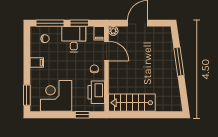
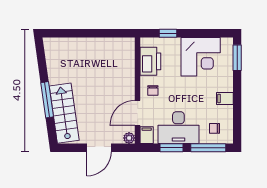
desk: (74, 39) -> (178, 128), width x1.37
door: (107, 51) -> (138, 113), hinge flipped
stairs: (132, 103) -> (64, 113), moved, turned -98

